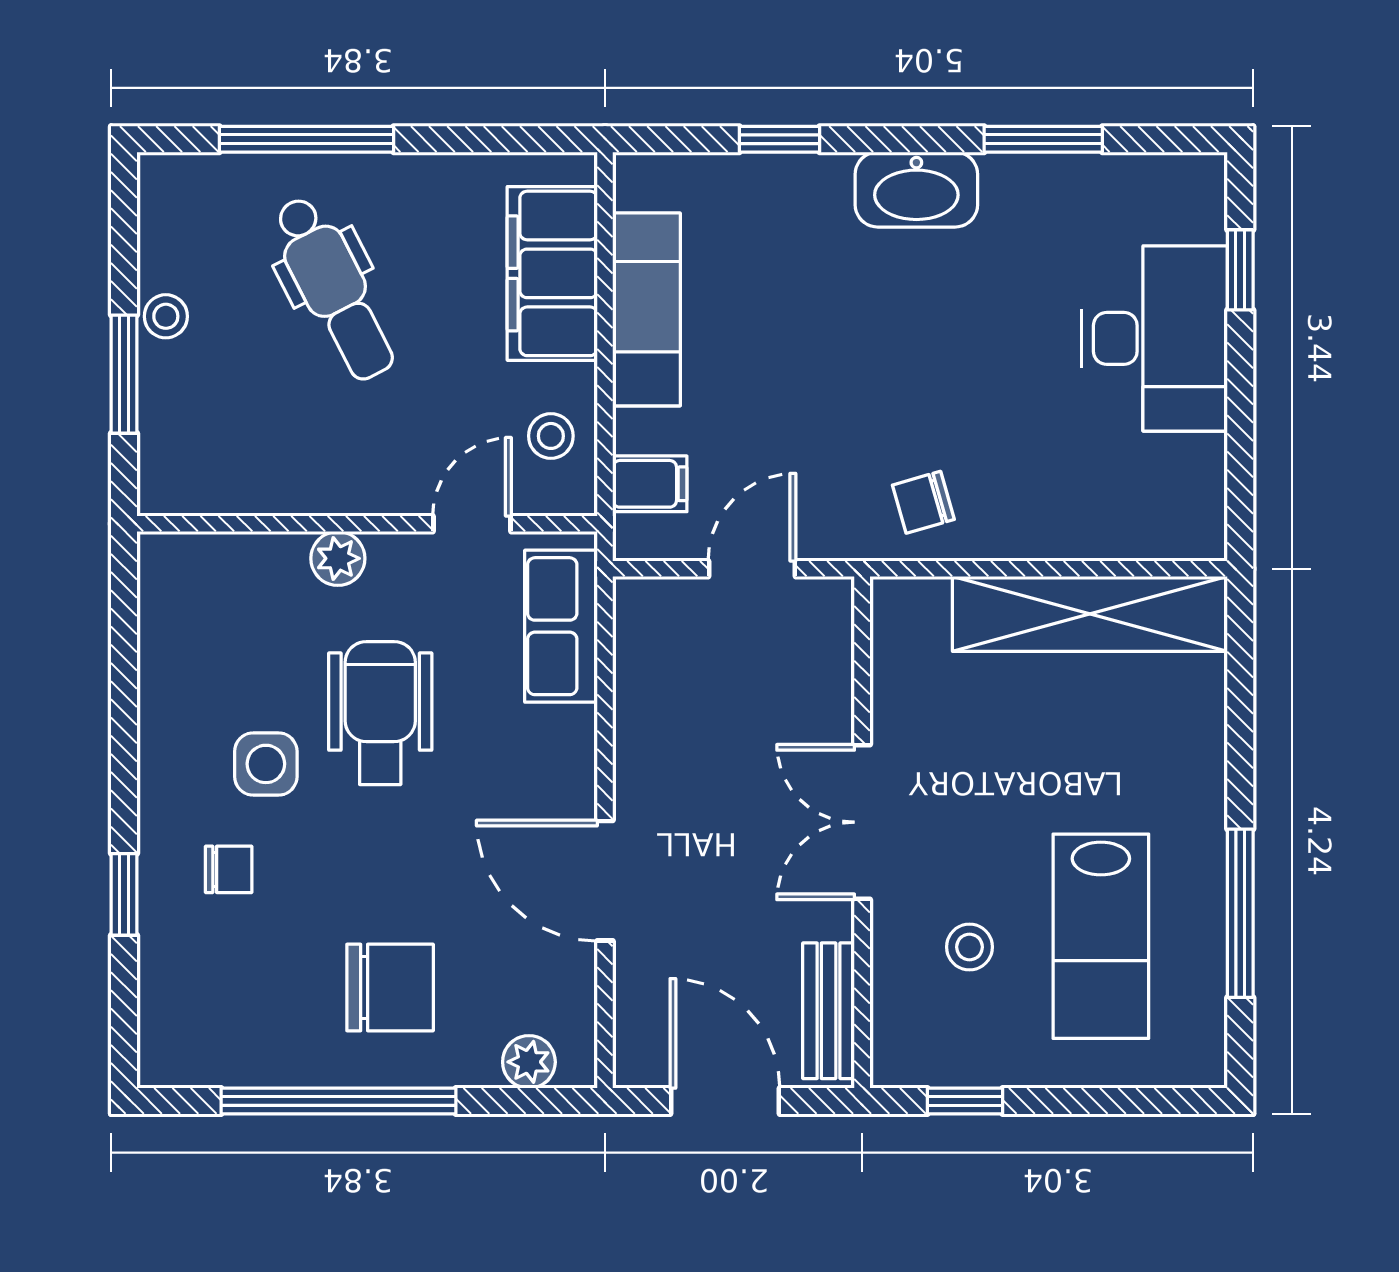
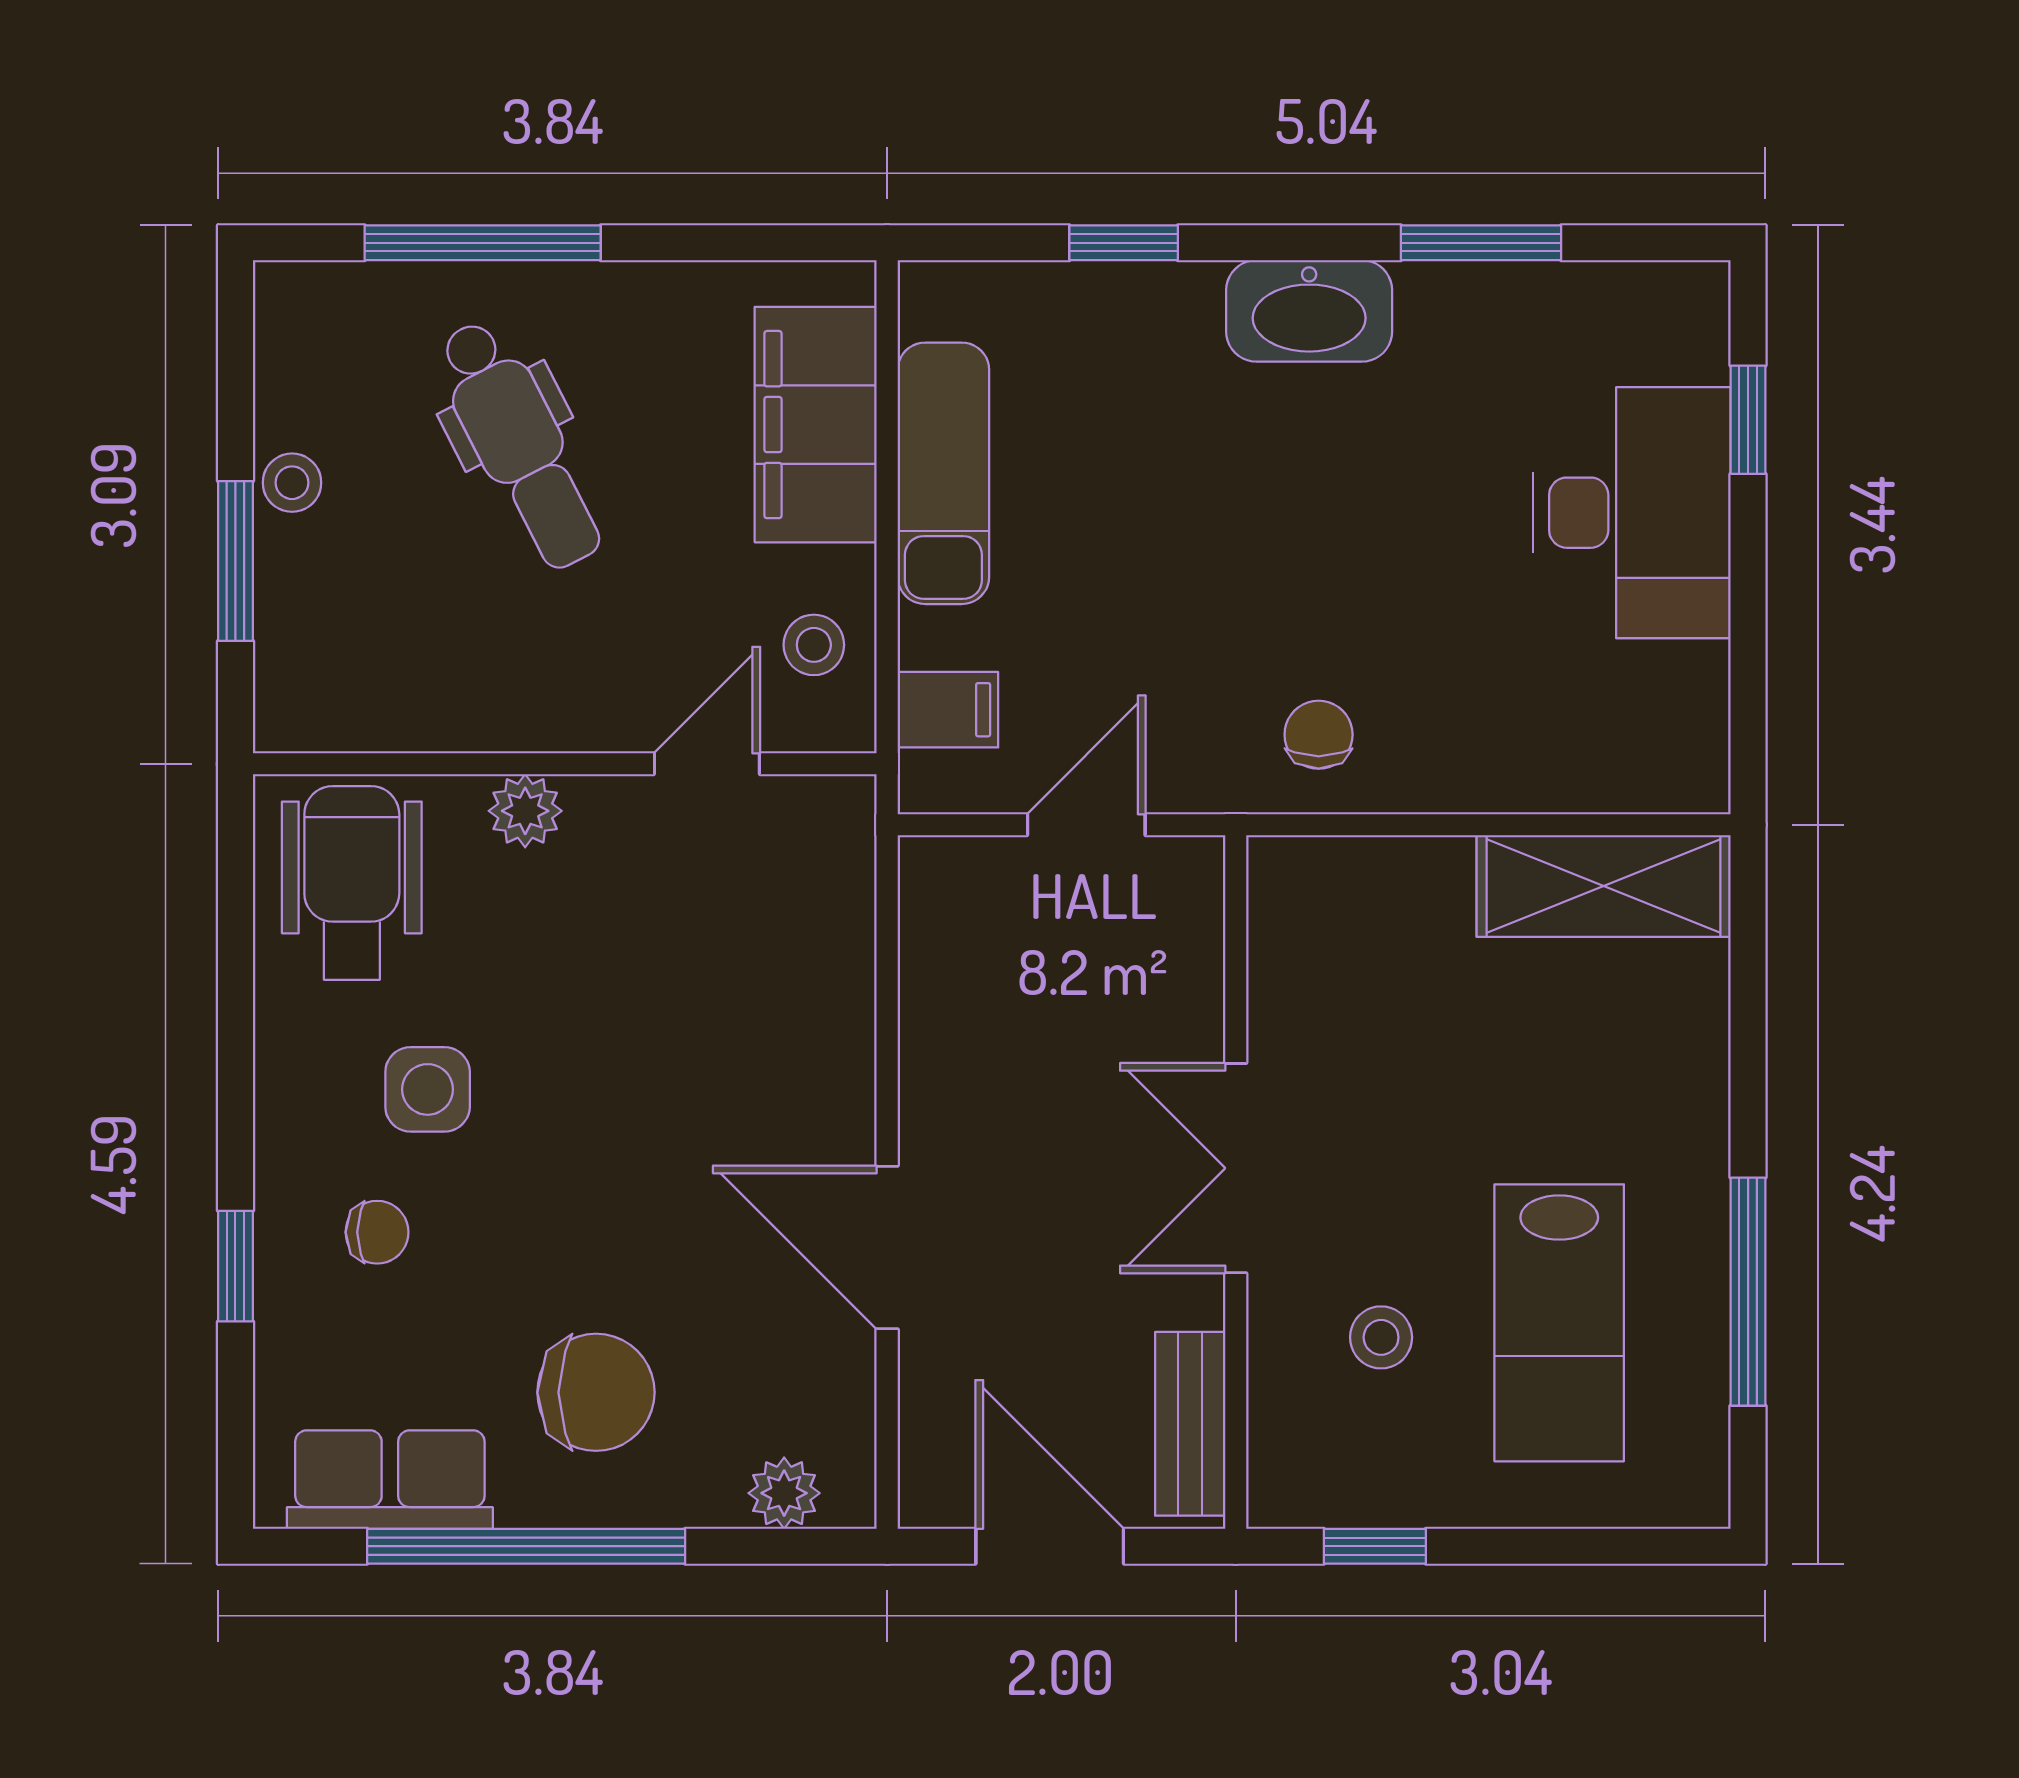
chair: (923, 502) -> (1319, 735), turned 106
shelving: (1090, 614) -> (1604, 886), width x0.68
row of seats: (561, 626) -> (390, 1480), moved, turned 90
wheelchair: (380, 713) -> (352, 883), moved

